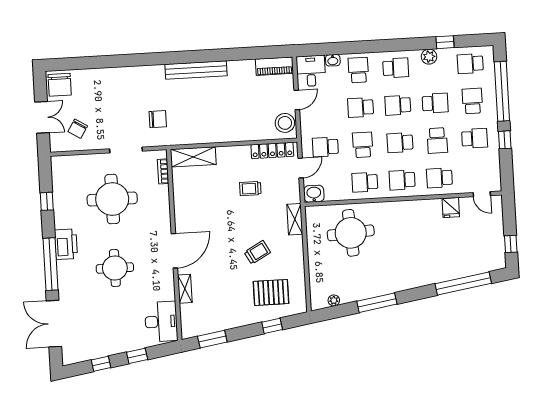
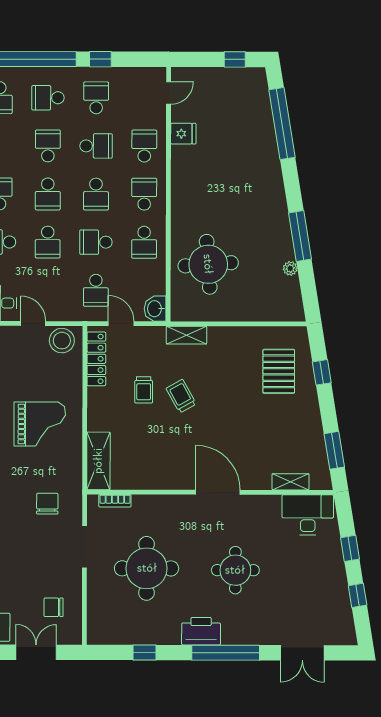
grand piano: (219, 110) -> (40, 424), added
chair: (78, 129) -> (54, 607), turned 148
school desk: (439, 178) -> (144, 146), turned 180
school desk: (402, 180) -> (144, 194), turned 180
trolley: (257, 252) -> (181, 396), moved
shelving: (185, 289) -> (290, 482), moved
plant: (334, 300) -> (290, 268), moved
double door: (54, 324) -> (302, 653), width x0.73

